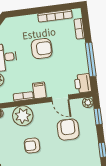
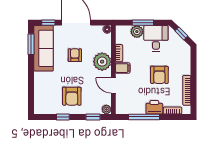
printer: (83, 83) -> (154, 107), moved
door: (60, 98) -> (113, 86), hinge flipped
plant: (23, 116) -> (102, 62), moved
armchair: (68, 130) -> (72, 96), moved, turned 90

